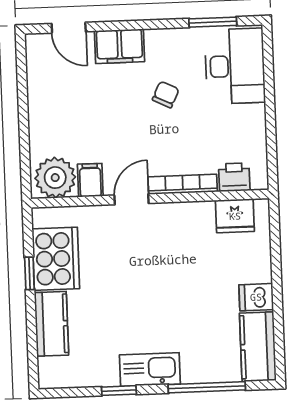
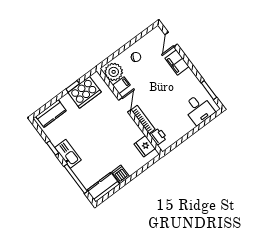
desk: (235, 66) -> (199, 109), width x0.73
chair: (166, 95) -> (136, 57), moved
door: (131, 199) -> (125, 105), hinge flipped
kitchen counter: (52, 324) -> (51, 114), moved

